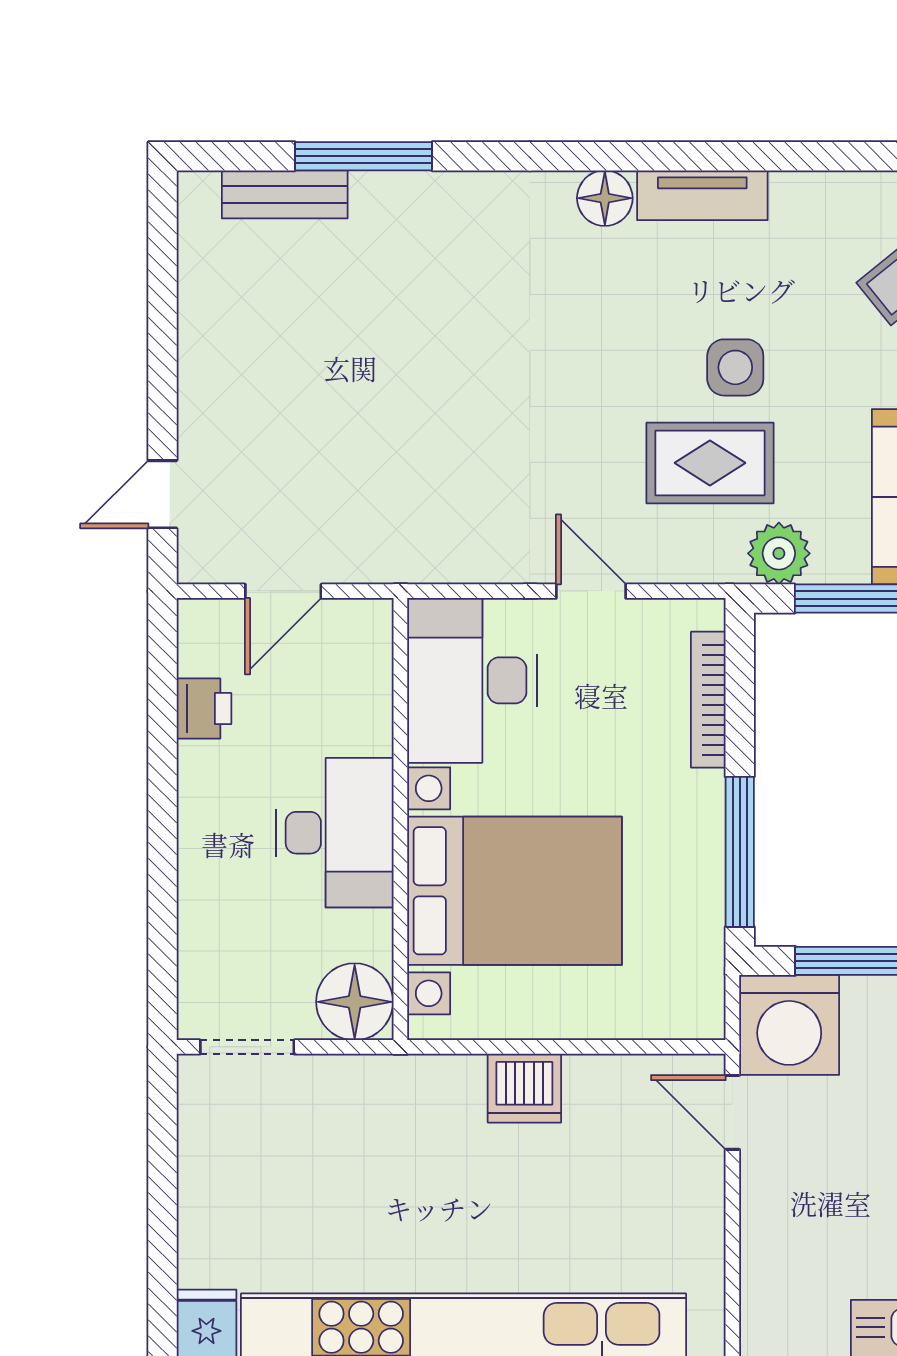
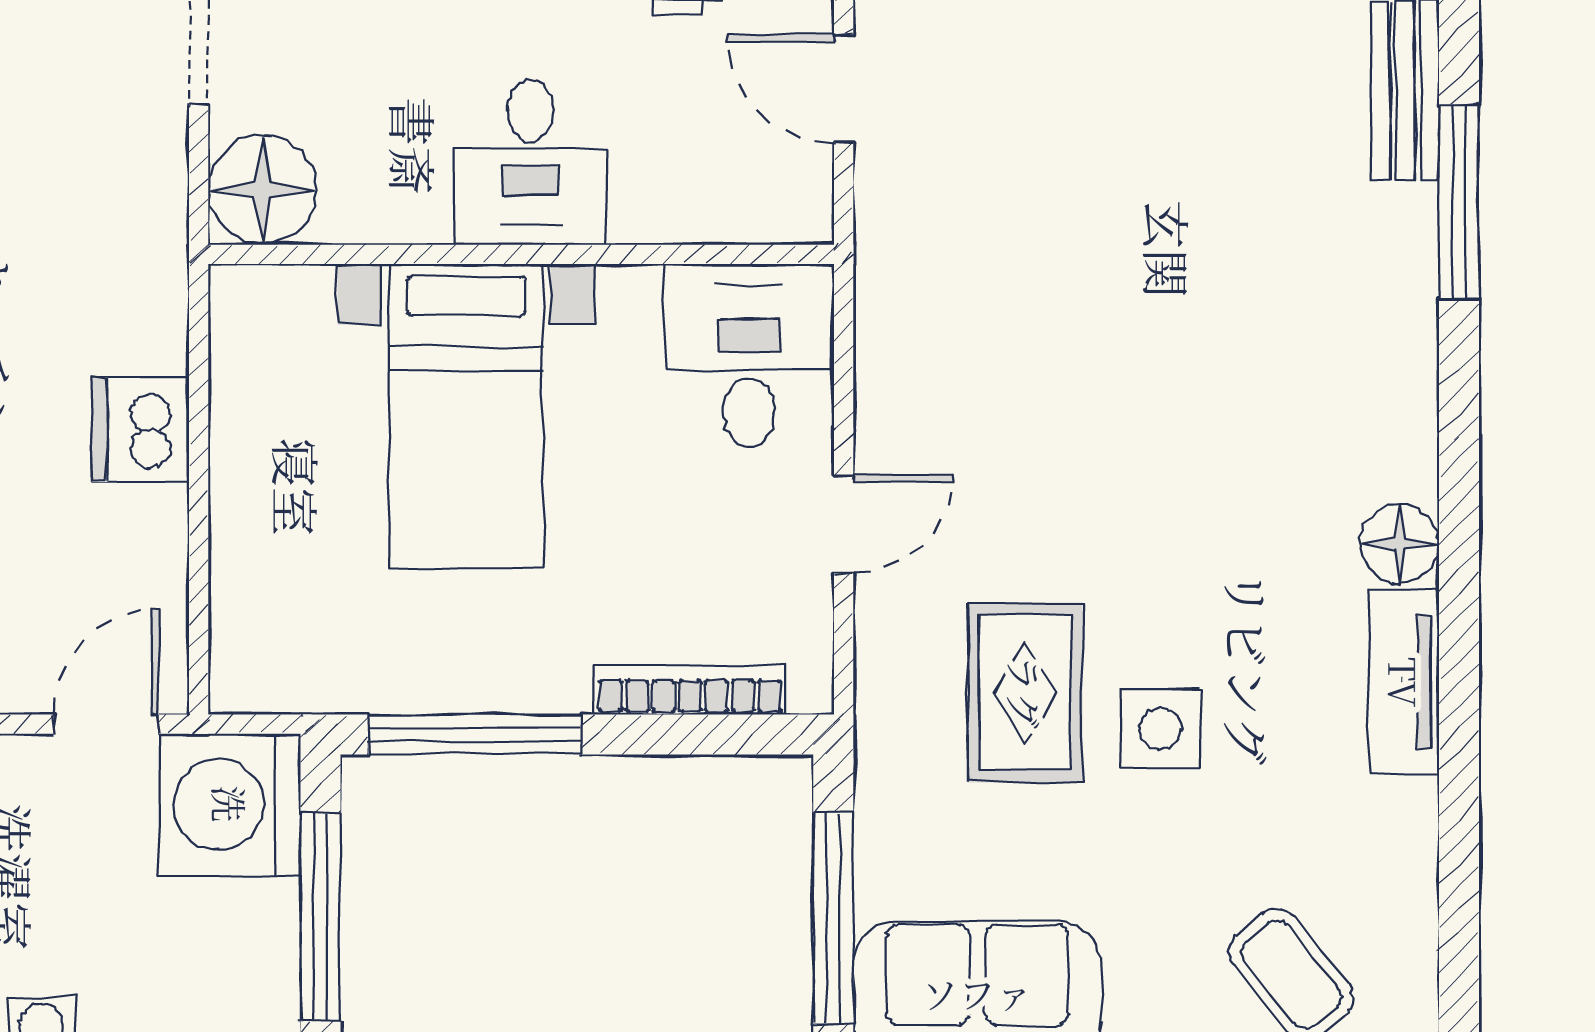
plant: (779, 553) -> (897, 790), removed
desk: (472, 680) -> (749, 356), width x0.73
desk: (335, 833) -> (531, 162), width x0.73
bed with nightstands: (515, 891) -> (466, 416), width x0.73

